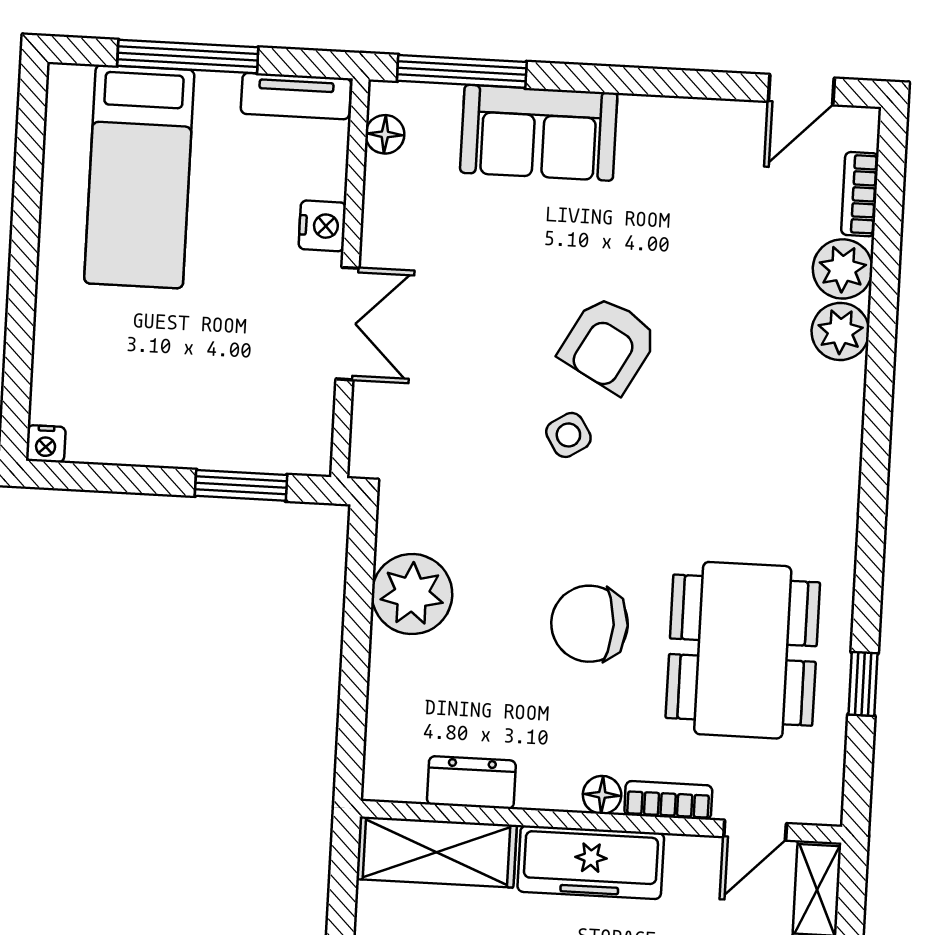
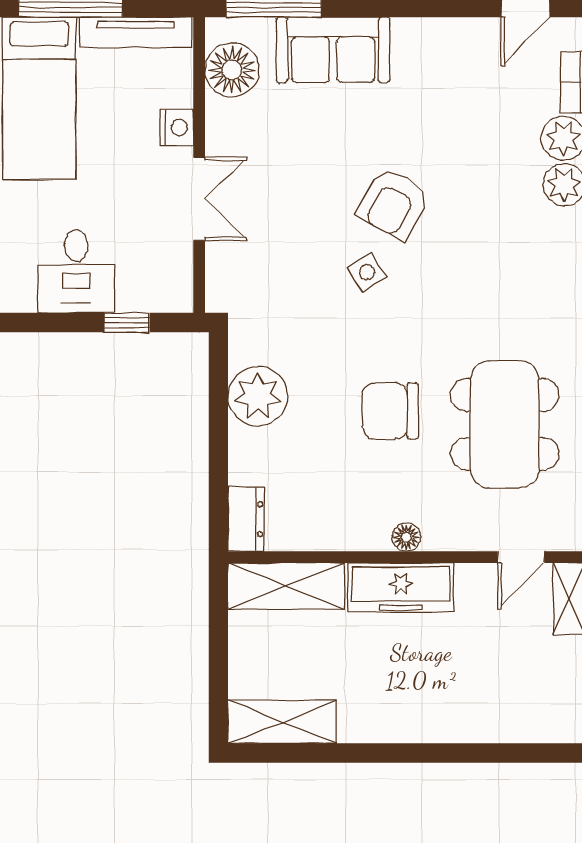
tv unit: (296, 96) -> (136, 32), width x1.41
floor lamp: (385, 134) -> (232, 70), width x1.89, depth x1.89
desk: (176, 413) -> (76, 271), added
window: (241, 485) -> (127, 323), width x0.67
dresser: (471, 783) -> (246, 519), moved, turned 90
bookcase: (668, 800) -> (456, 538), removed

